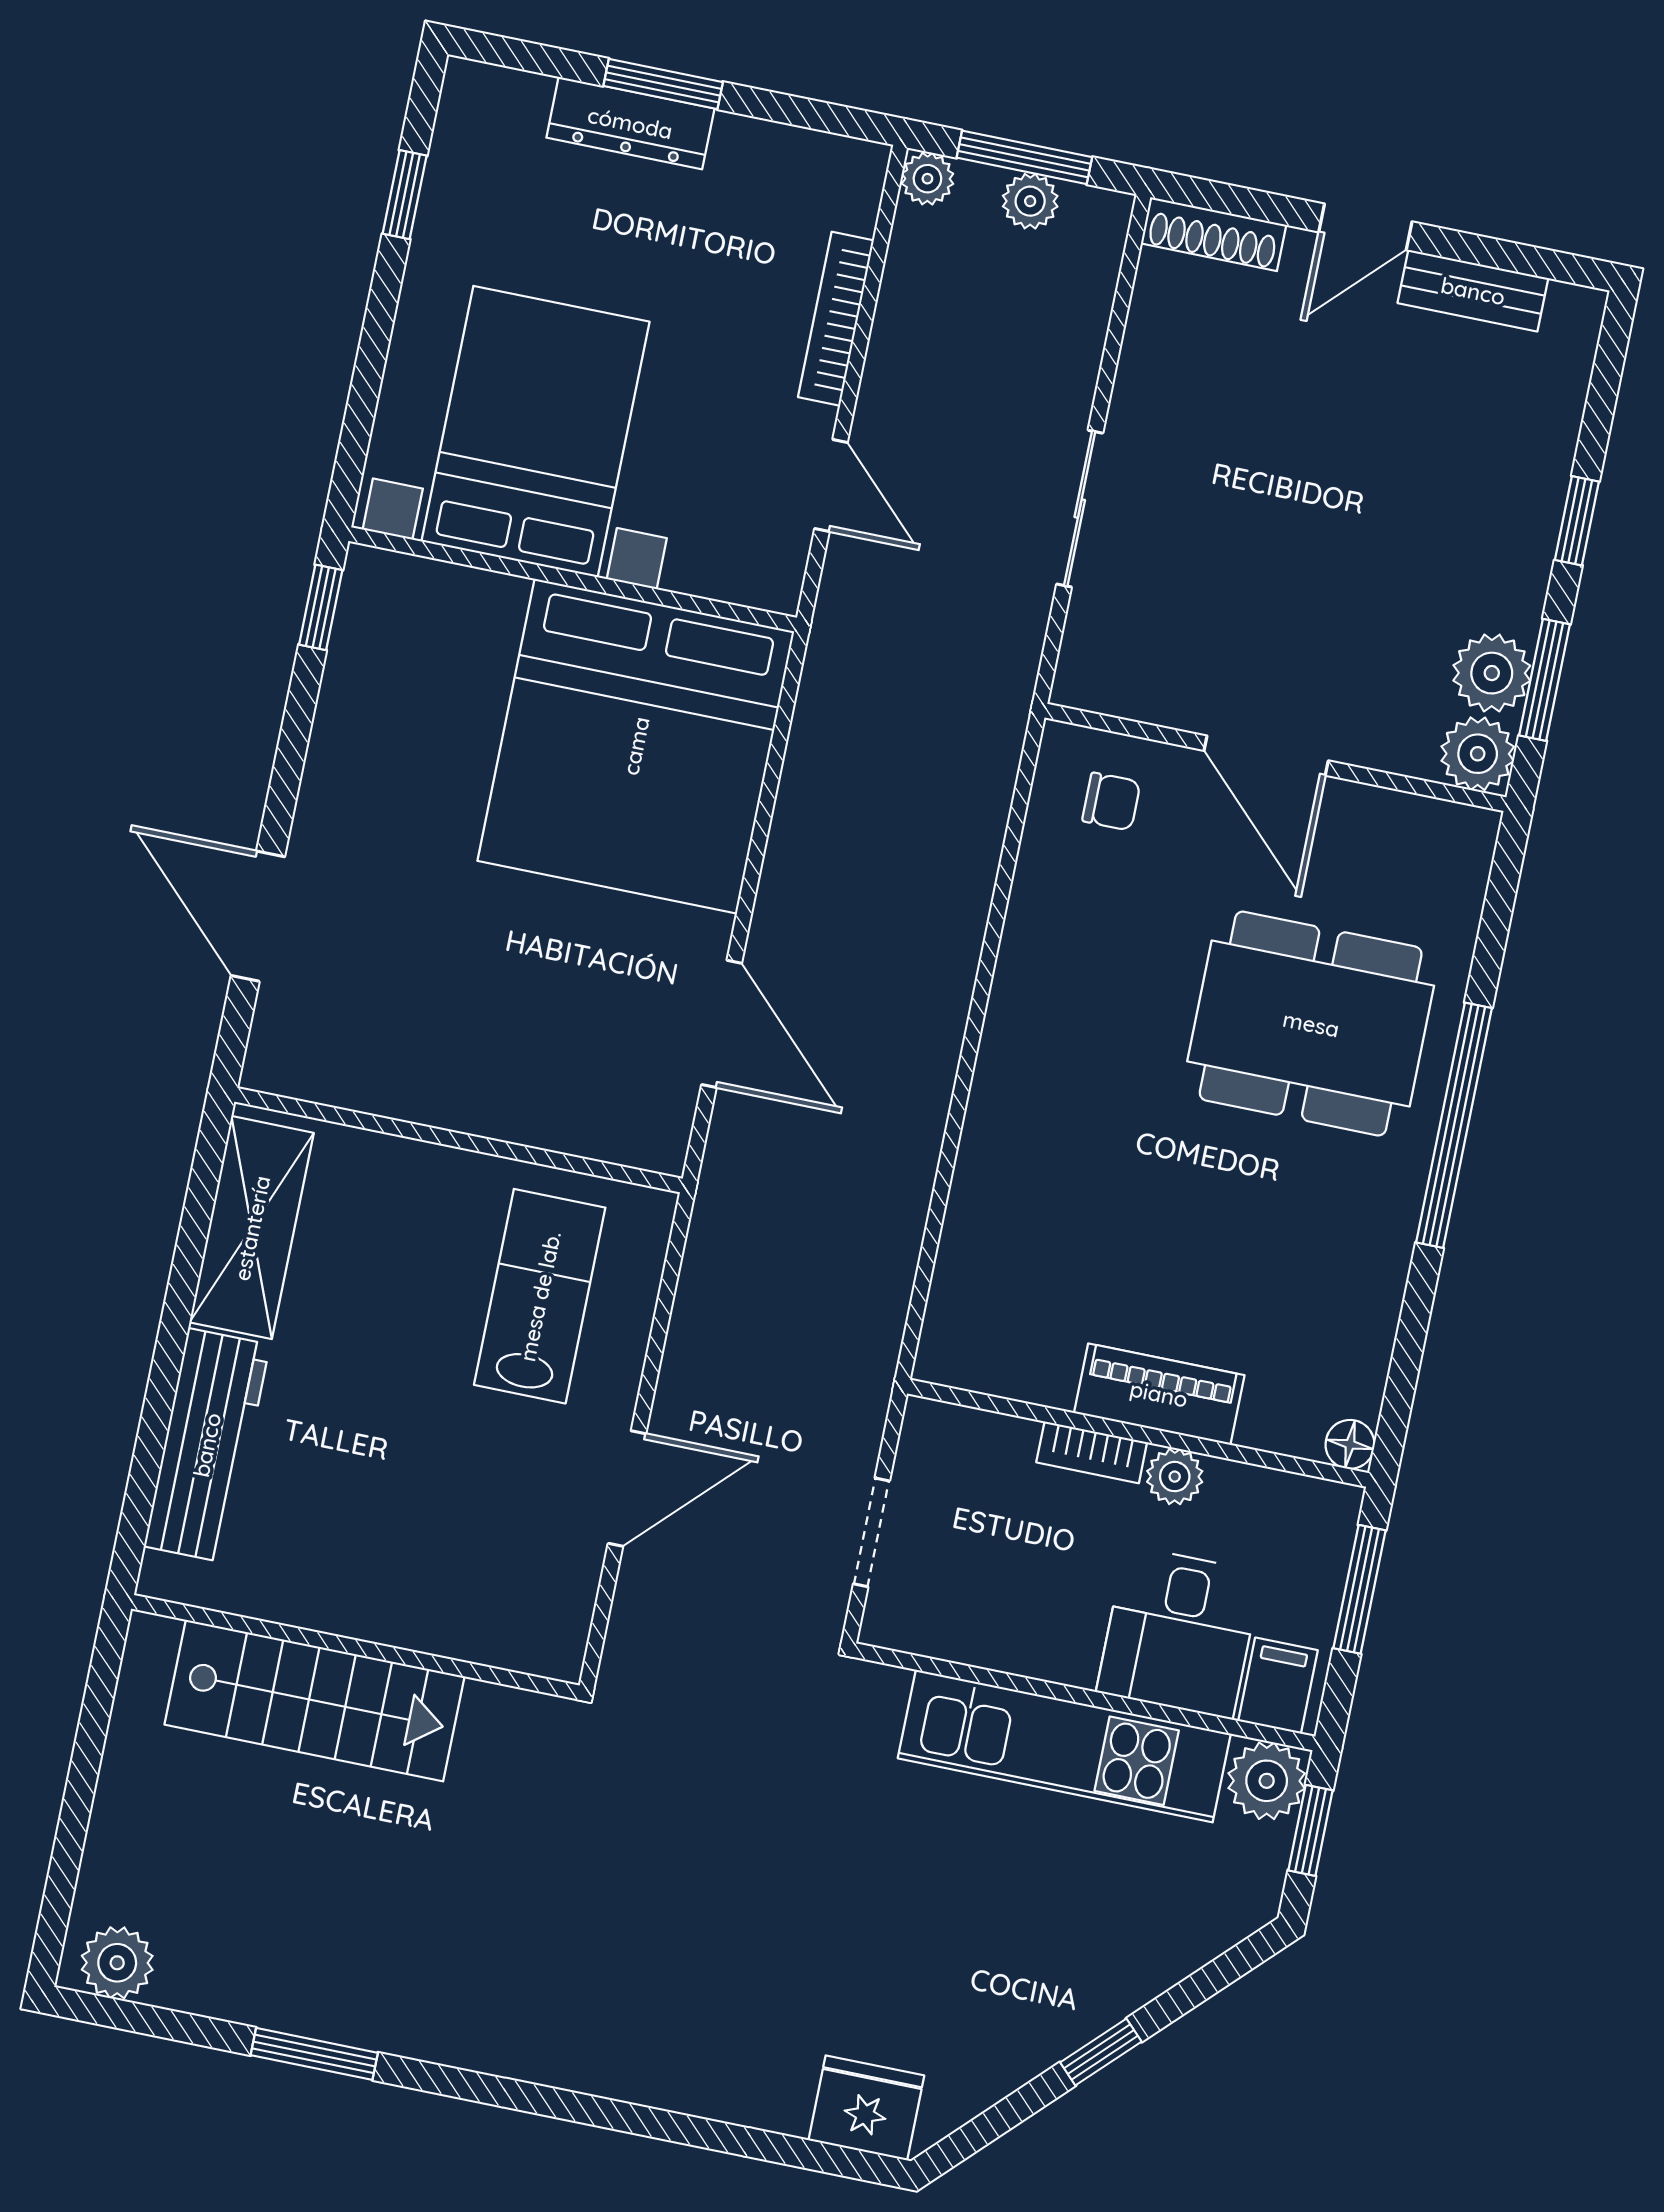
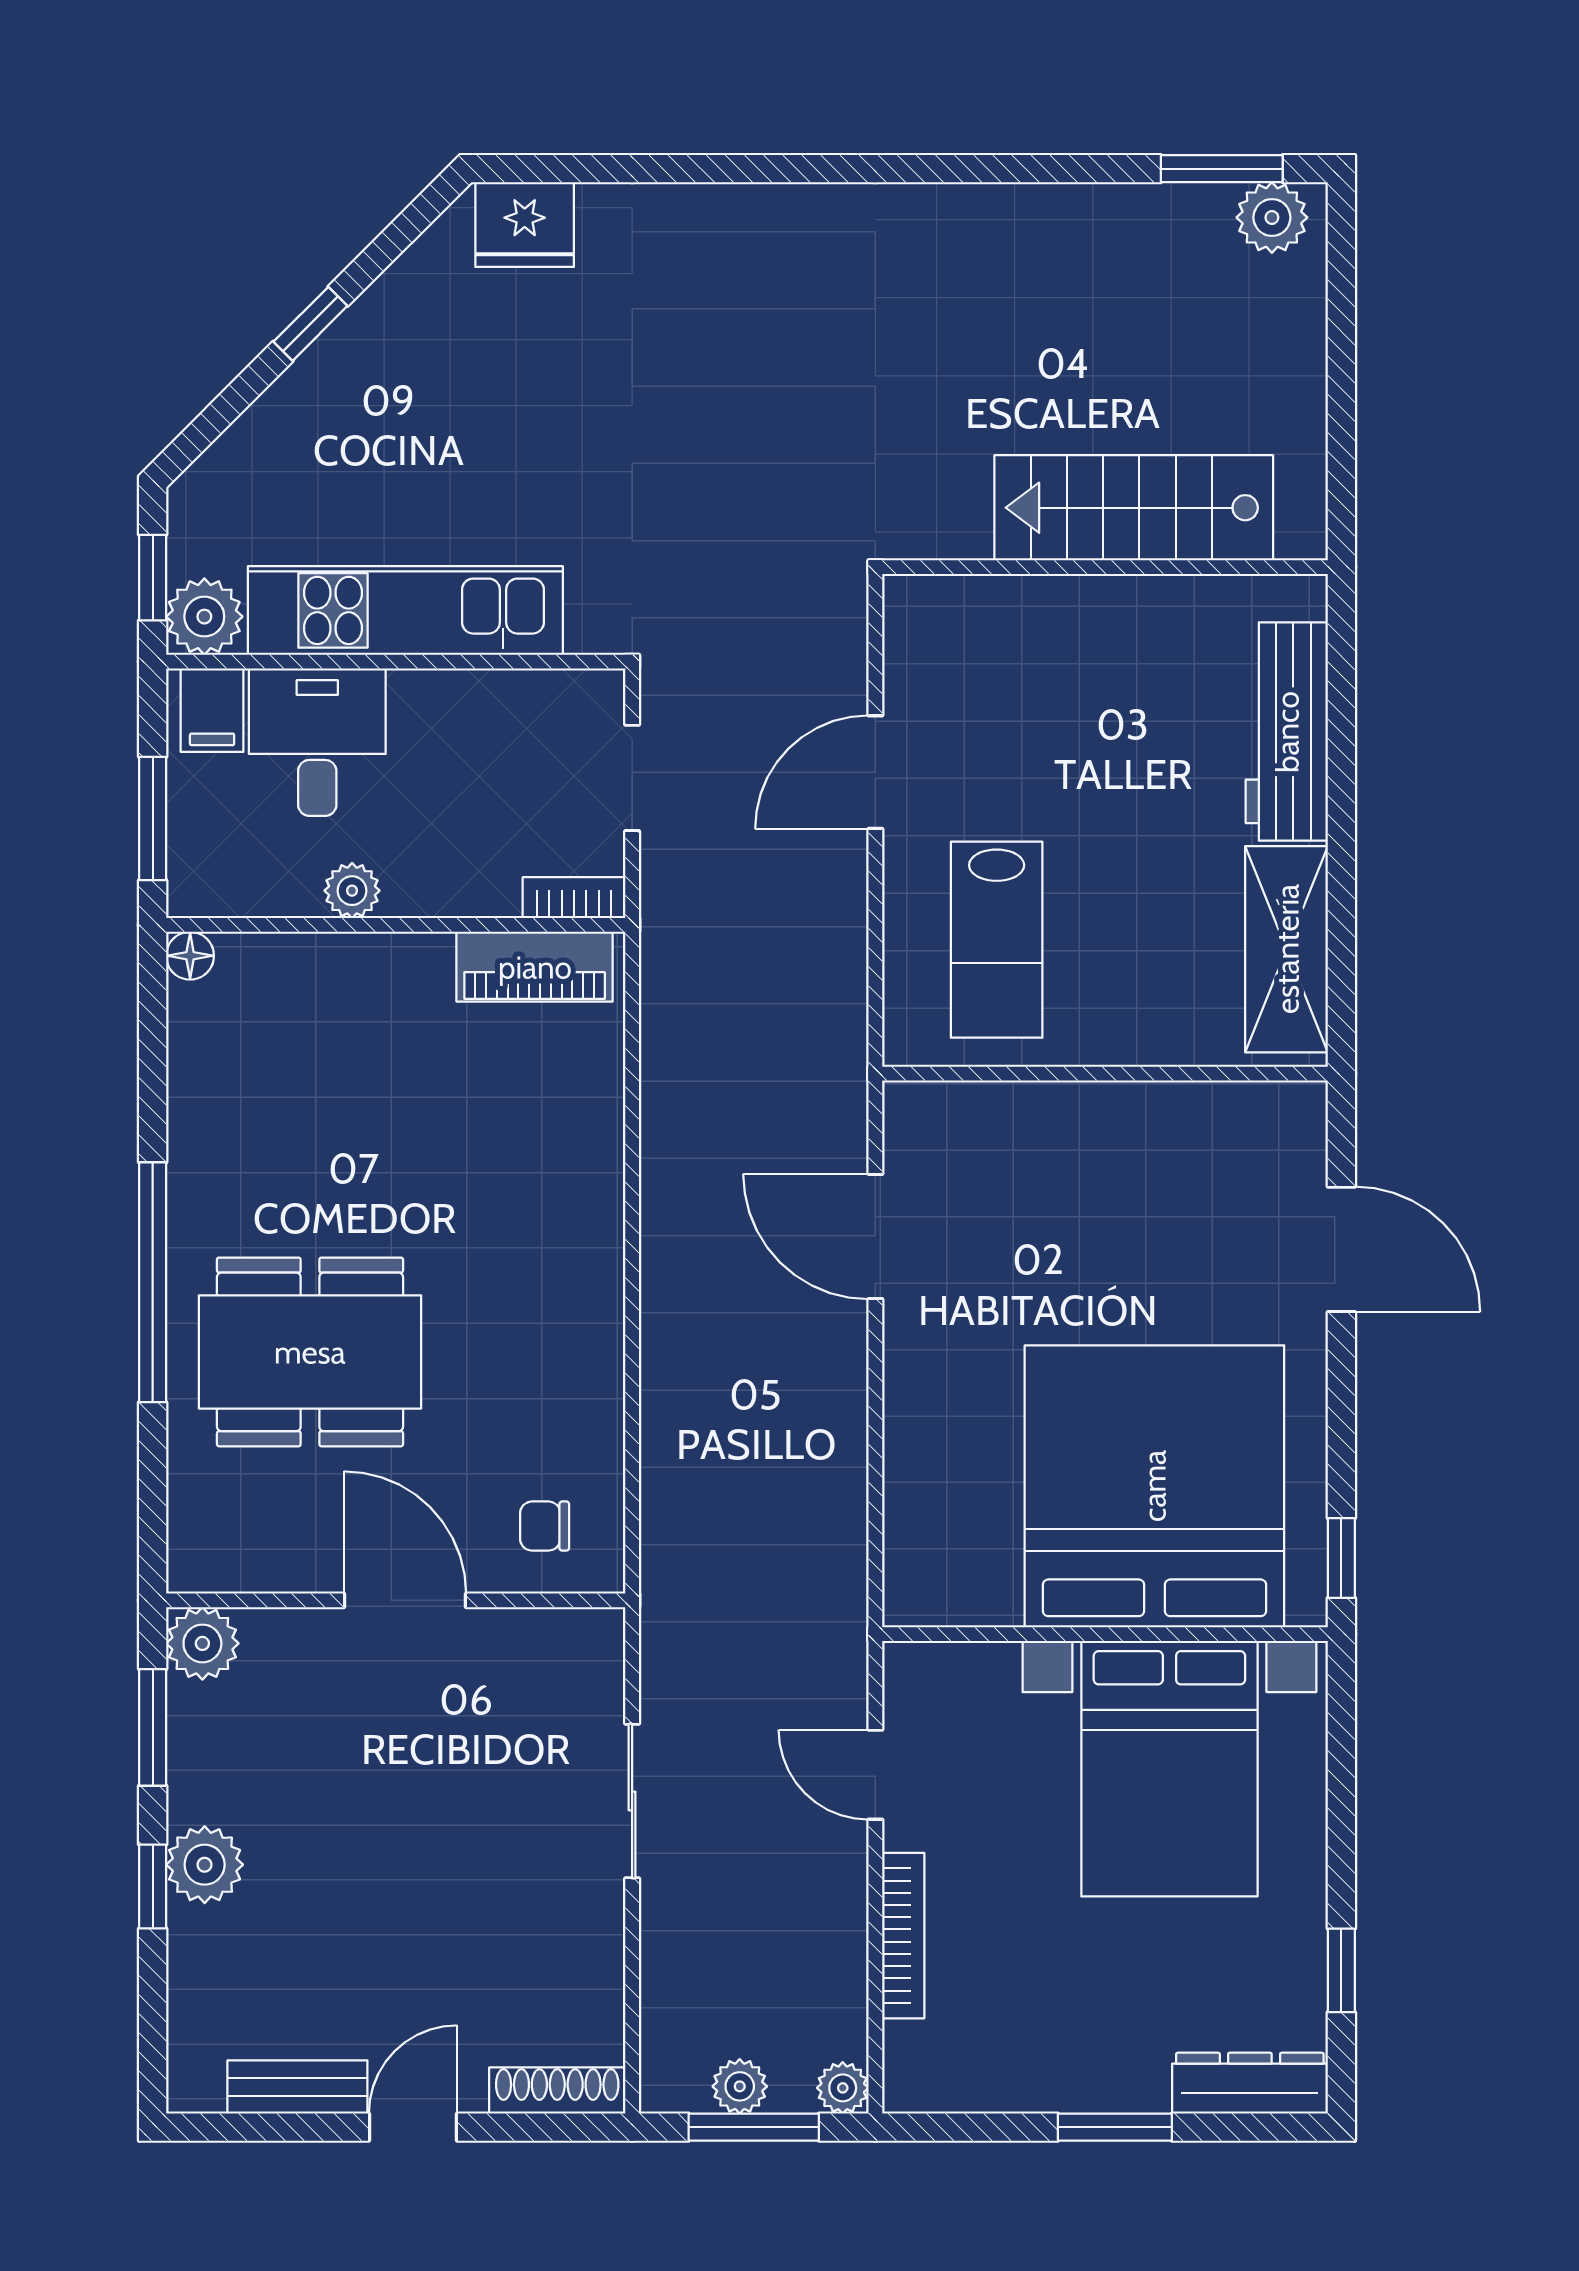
dresser: (630, 123) -> (1250, 2083), moved
plant: (1492, 673) -> (205, 1865), moved
bed: (636, 746) -> (1154, 1486), moved
piano: (1159, 1394) -> (535, 967), moved
bookcase: (1092, 1452) -> (574, 898), moved
window: (314, 2054) -> (1222, 169), moved

